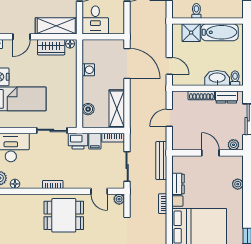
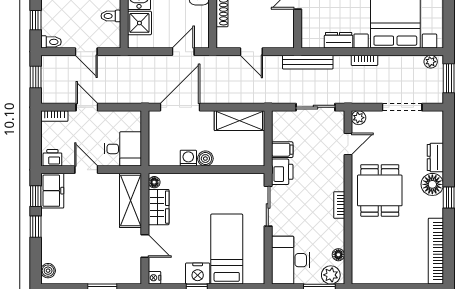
boiler: (88, 109) -> (205, 159), moved
bookcase: (113, 138) -> (278, 126), removed

